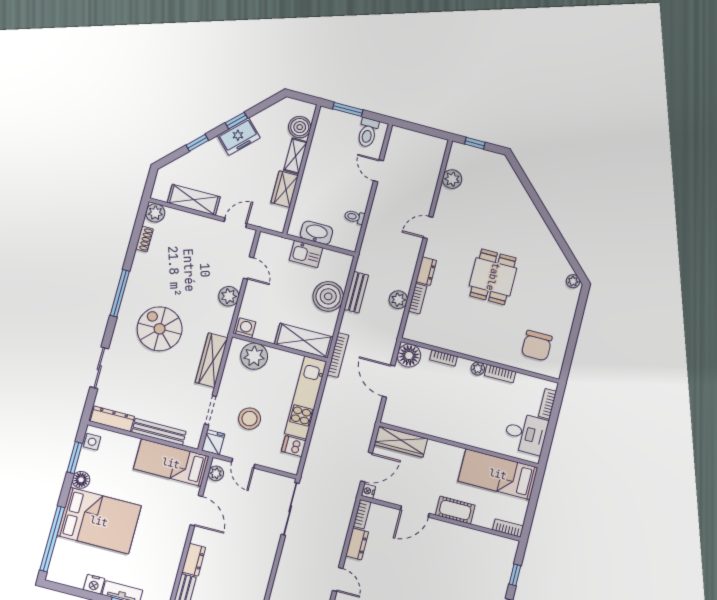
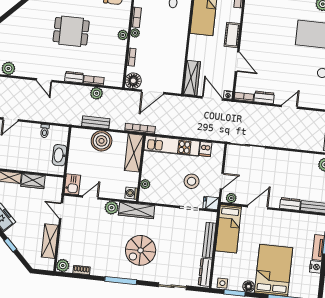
kitchen sink: (306, 254) -> (72, 184), moved
plant: (477, 350) -> (123, 35), added
plant: (254, 356) -> (145, 184), width x0.53, depth x0.53
wardrobe: (212, 360) -> (137, 210), moved

